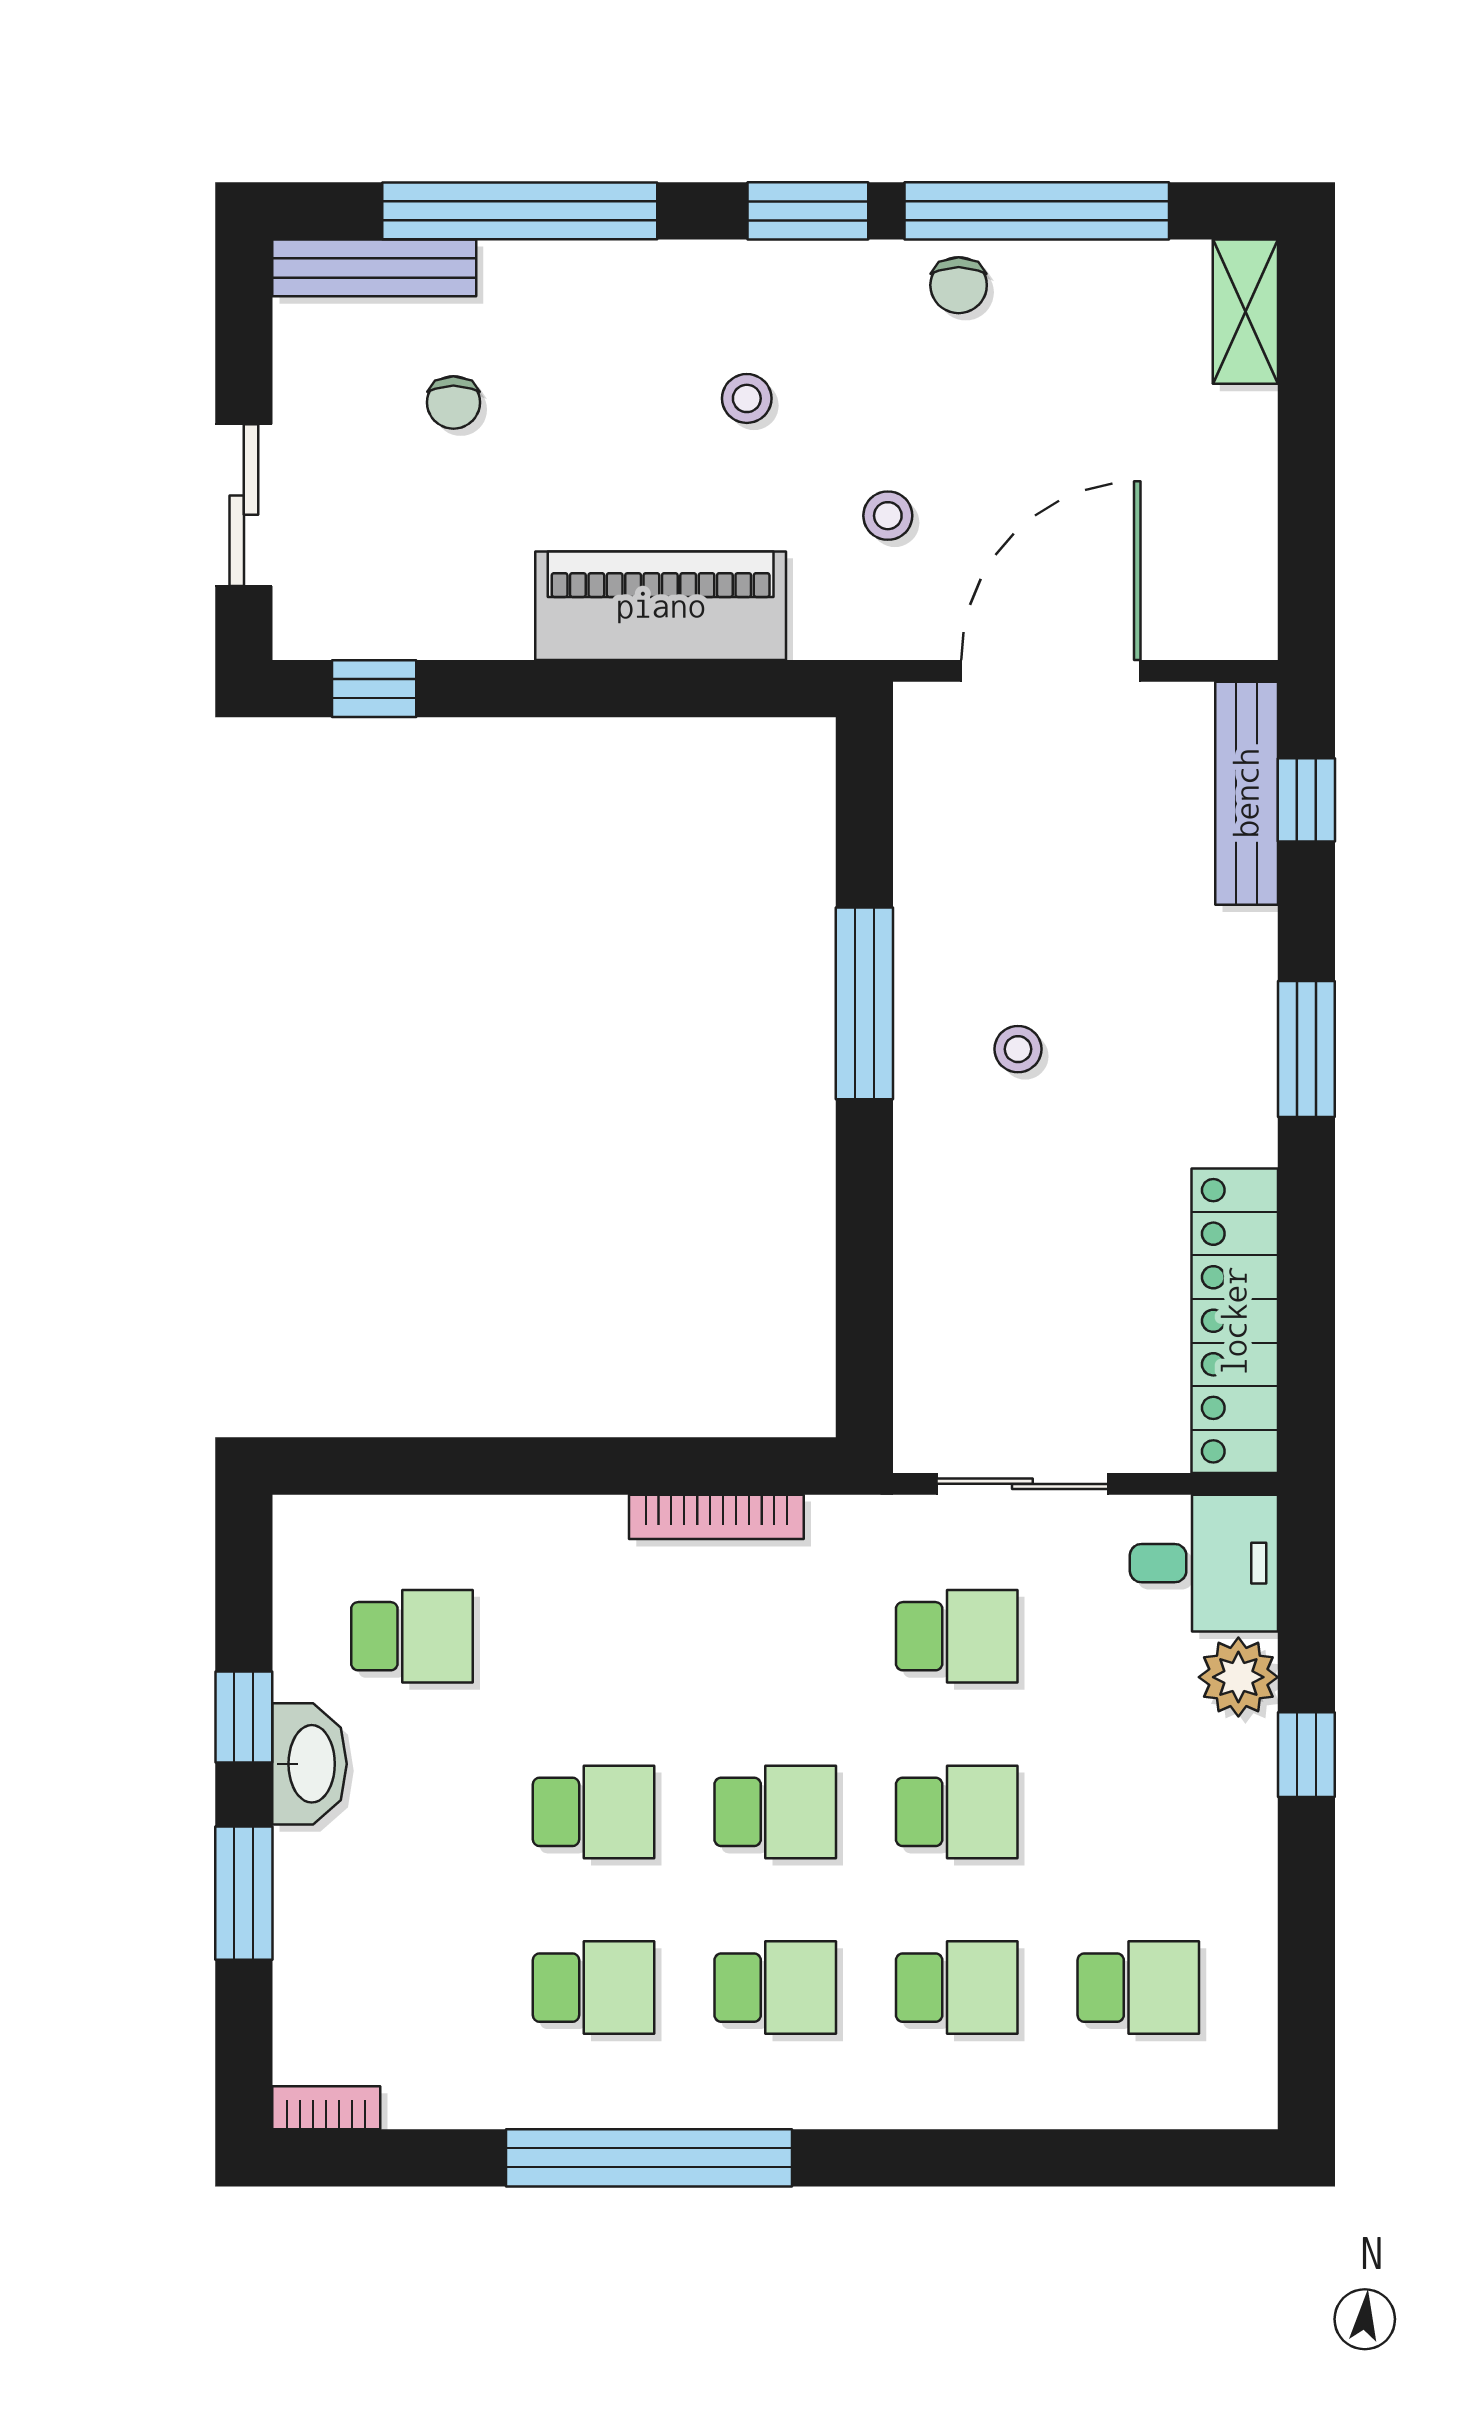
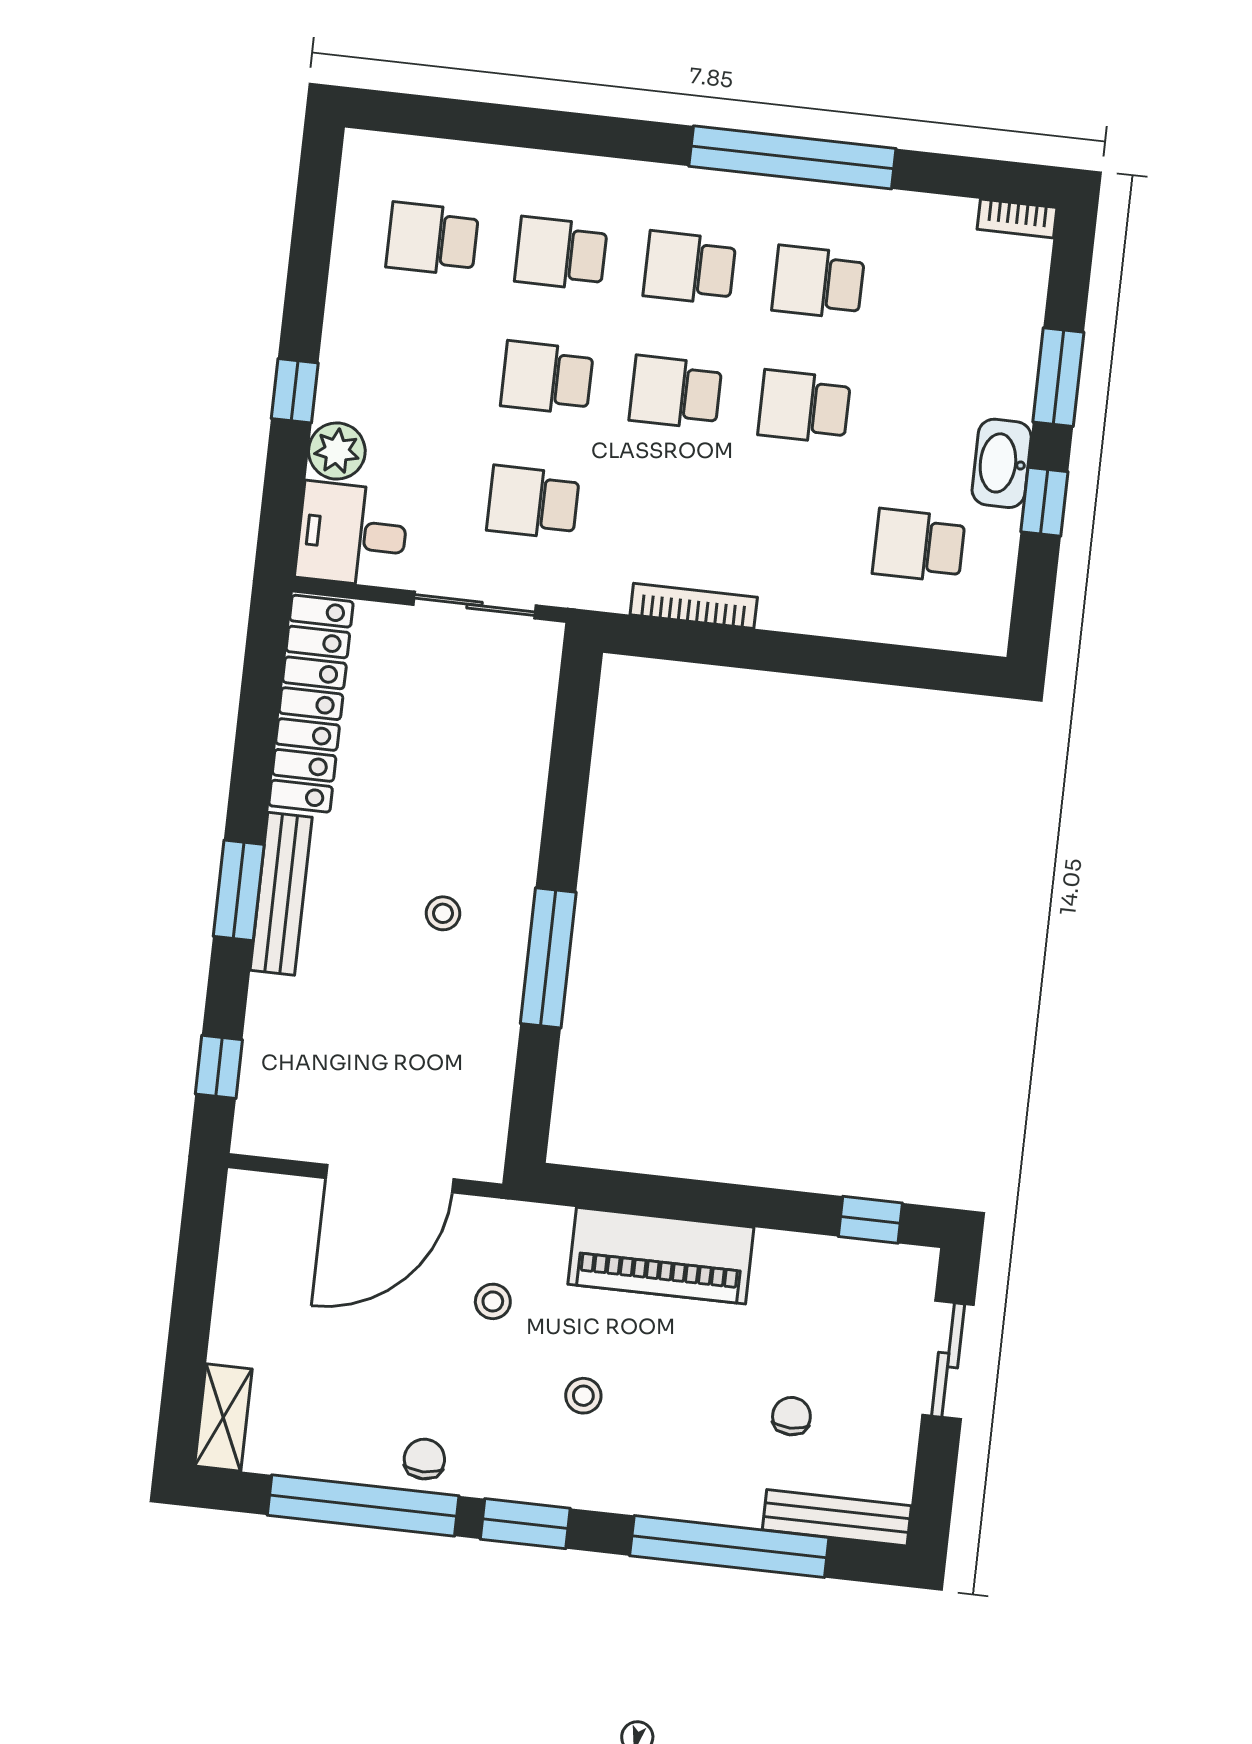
bench: (1247, 793) -> (281, 894), moved

